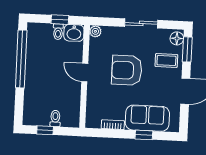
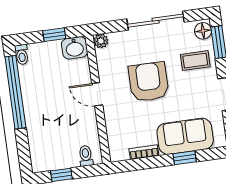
sliding door: (141, 23) -> (156, 21), width x1.37
toilet: (58, 32) -> (22, 55), moved
armchair: (127, 70) -> (149, 82), turned 90
toilet: (55, 118) -> (86, 156), moved

